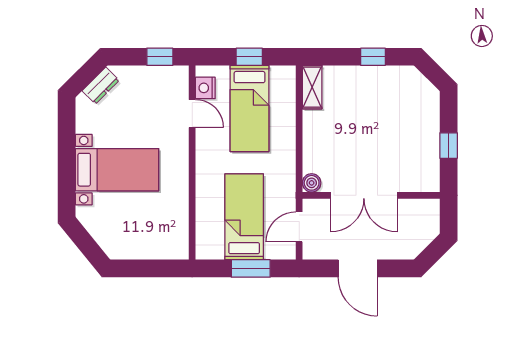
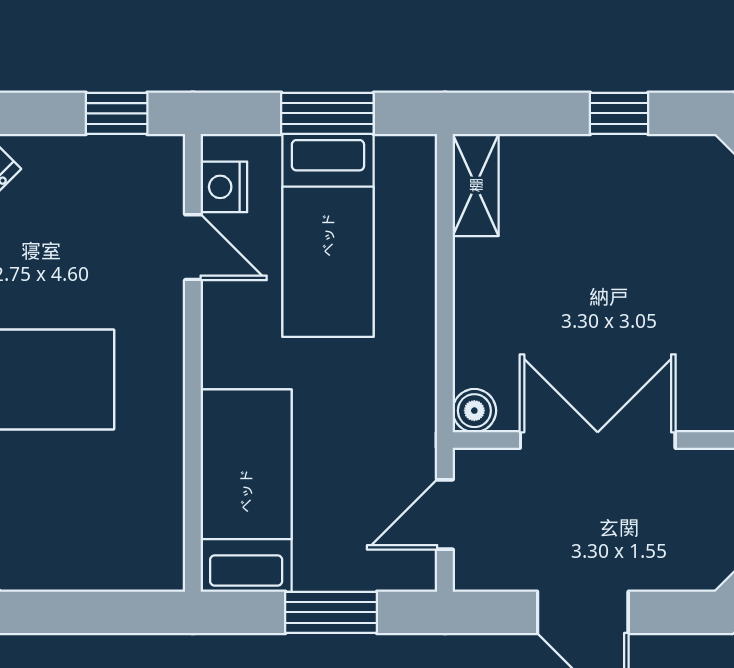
window: (249, 57) -> (327, 113), width x1.50
double door: (364, 195) -> (598, 440), swing flipped
bed: (244, 217) -> (246, 491), moved

